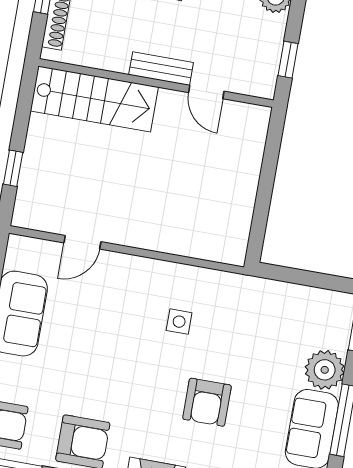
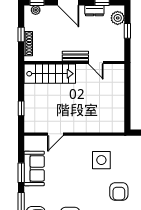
window: (288, 60) -> (127, 31), moved
side table: (179, 322) -> (101, 160), width x1.87, depth x1.87

